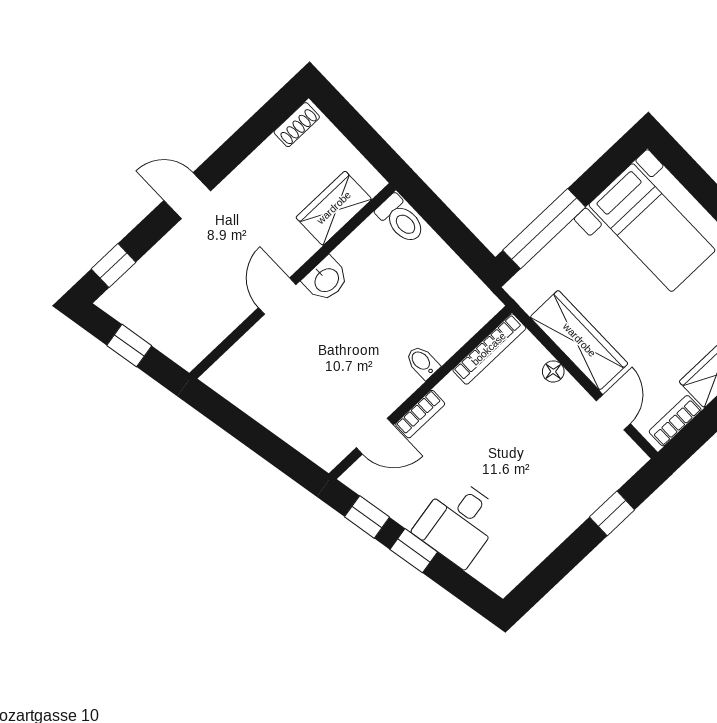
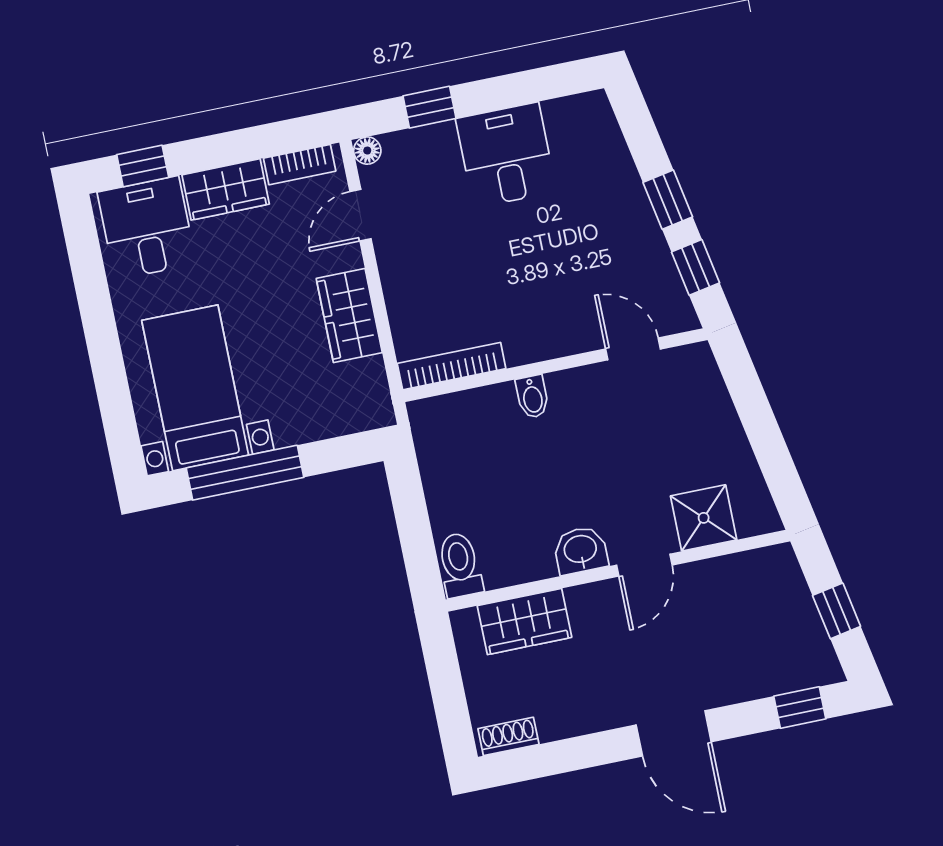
door: (187, 196) -> (674, 733), width x1.37
window: (544, 229) -> (245, 473), moved
wardrobe: (579, 340) -> (349, 316), width x0.67
shower: (257, 352) -> (704, 518), added
floor lamp: (553, 371) -> (367, 151), moved
bookcase: (420, 414) -> (569, 342), removed
desk: (458, 522) -> (506, 155), moved, turned -79

